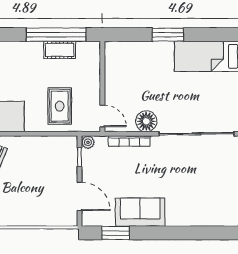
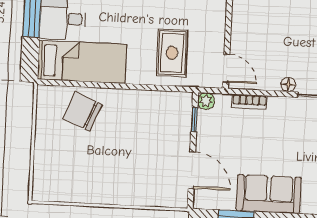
floor lamp: (146, 121) -> (288, 84), width x0.53, depth x0.53
bookcase: (129, 141) -> (249, 102), width x0.64

